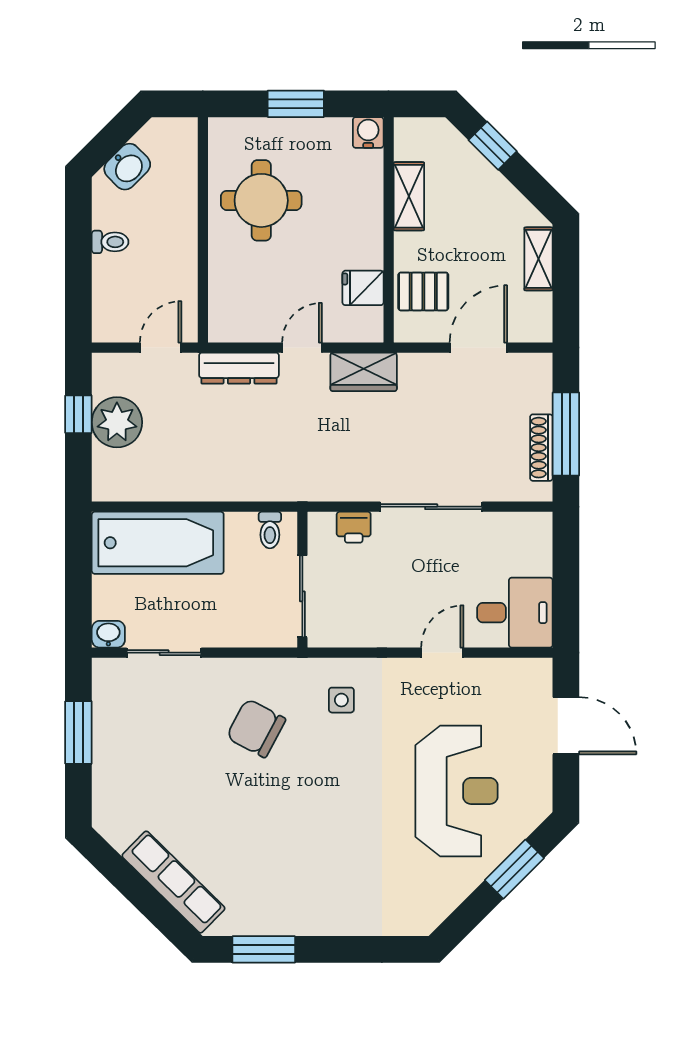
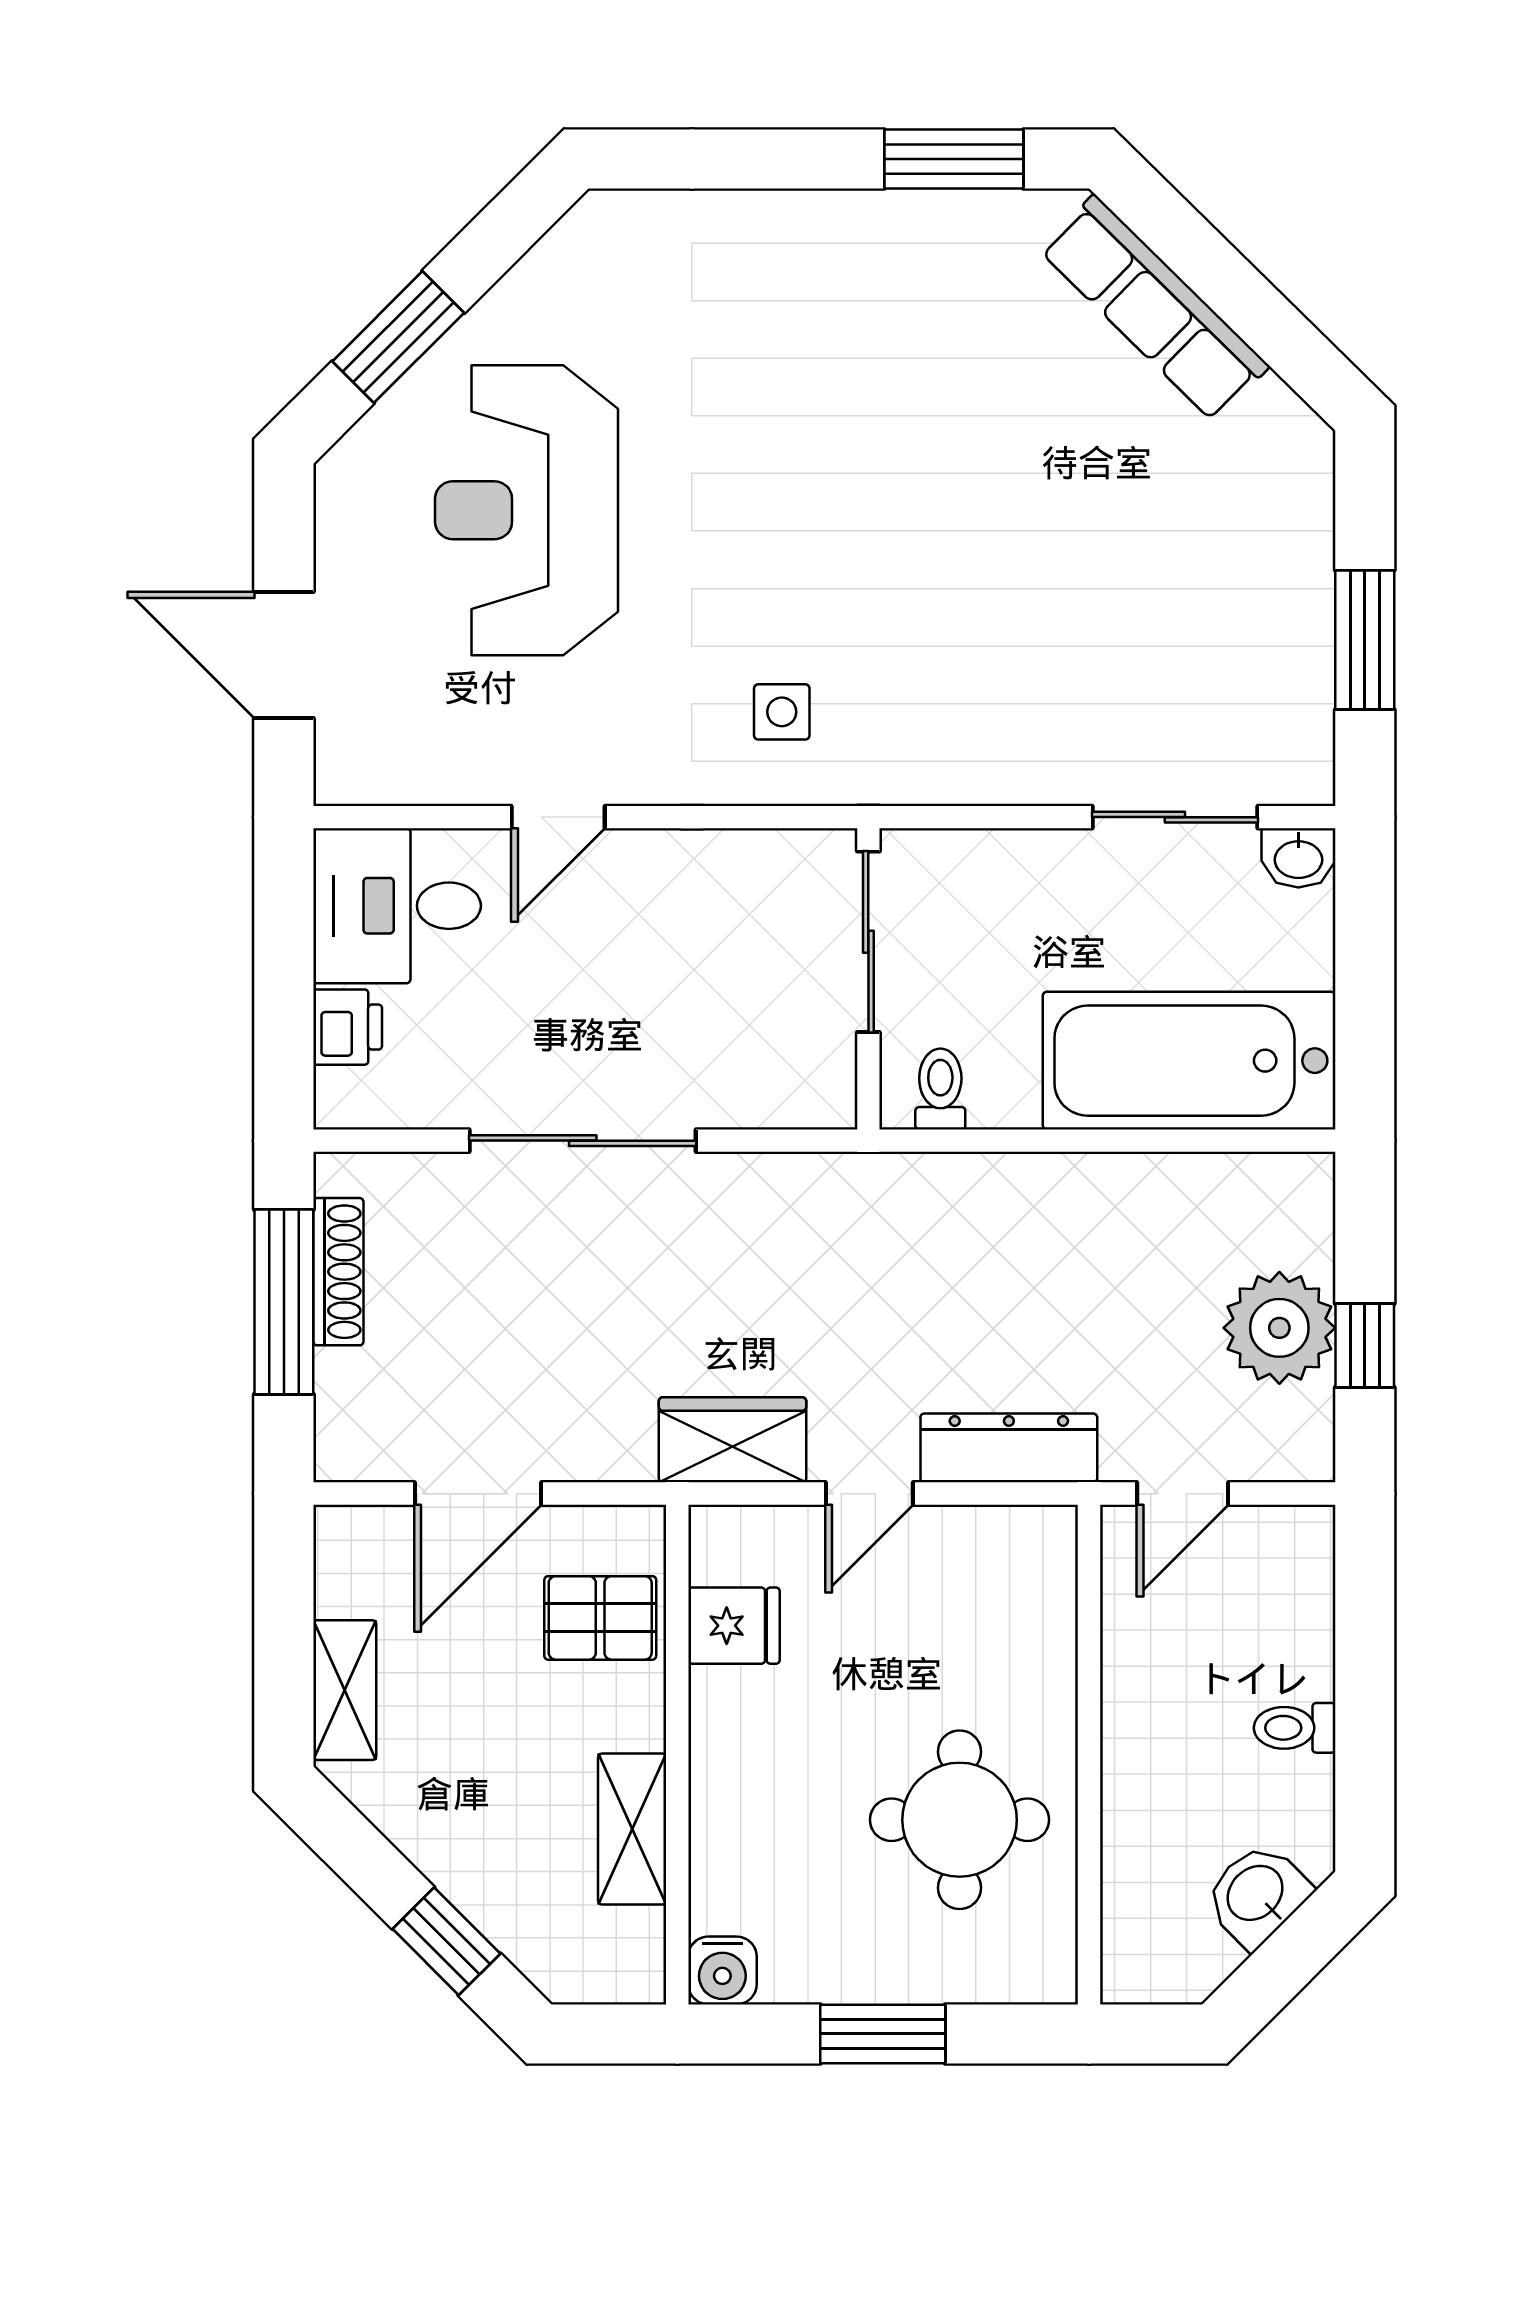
printer: (354, 527) -> (348, 1027), moved, turned 90
chair: (256, 728) -> (971, 650), removed

